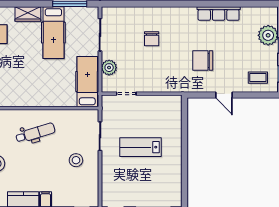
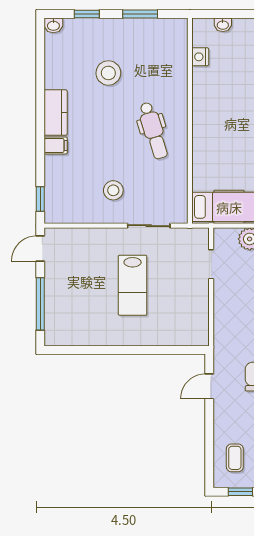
door: (224, 95) -> (209, 386), moved
lab bench: (141, 147) -> (133, 285), turned 180

